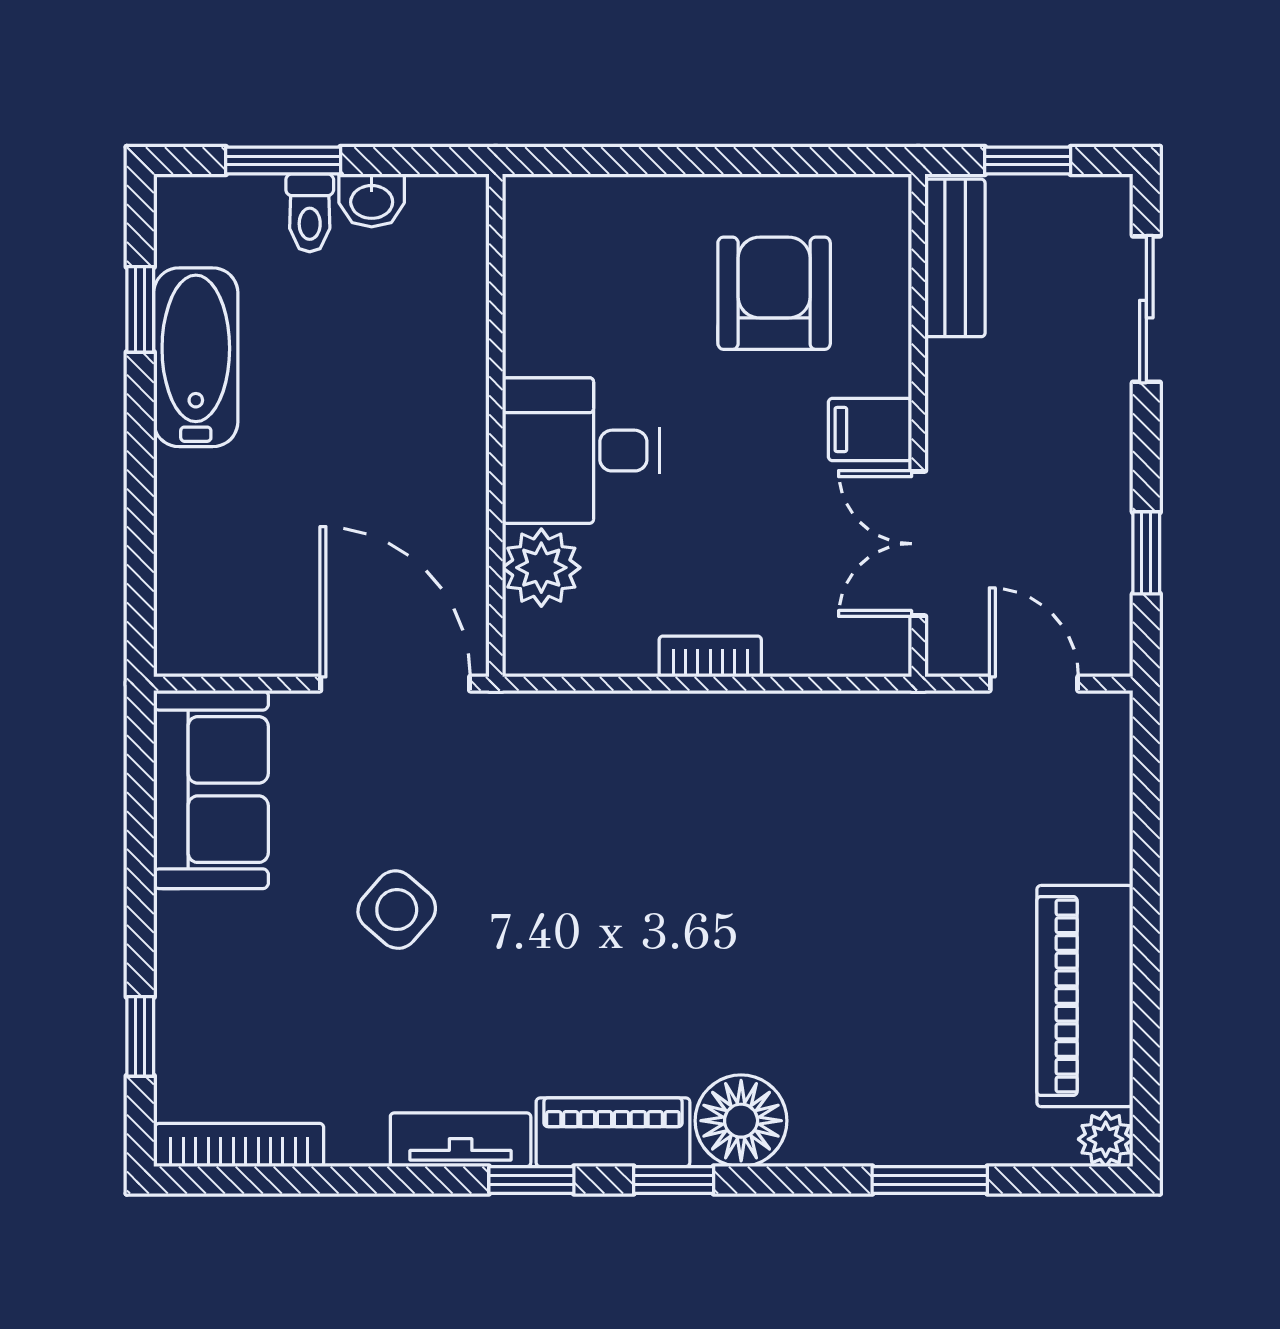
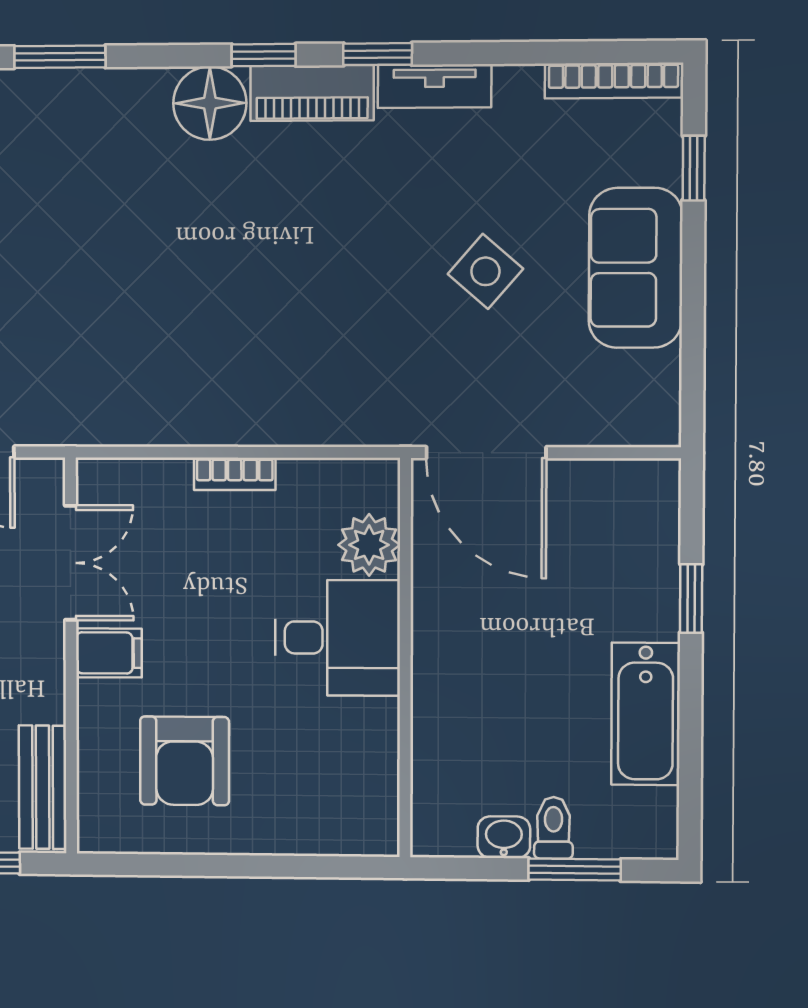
window: (140, 309) -> (691, 598), moved
sofa: (211, 790) -> (636, 268), moved

